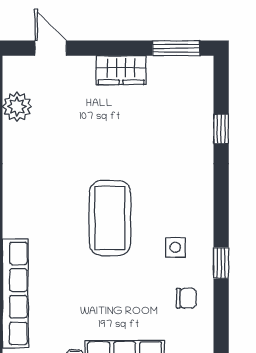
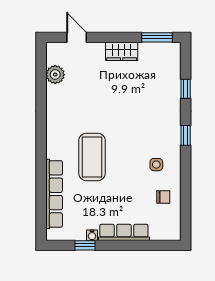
coffee table: (110, 218) -> (92, 157), moved
window: (221, 263) -> (186, 135), moved

